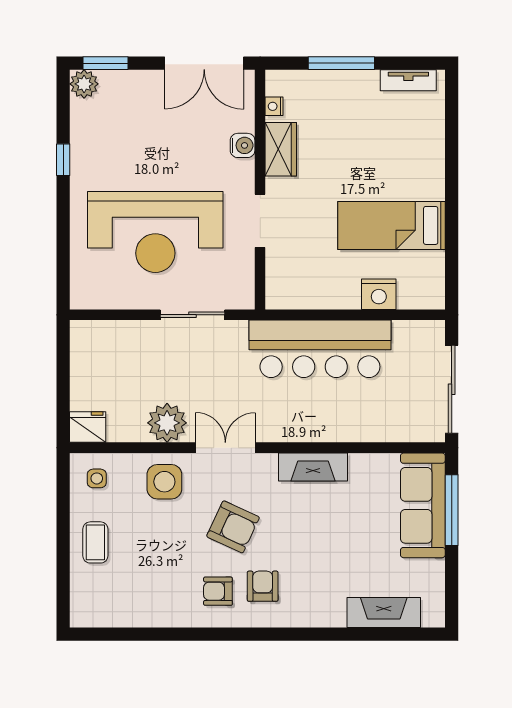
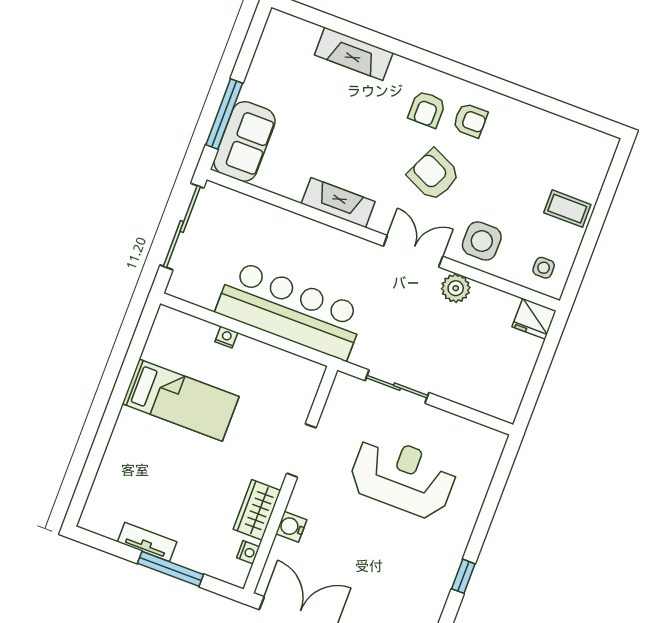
tv unit: (408, 80) -> (147, 542), moved
reception desk: (155, 232) -> (403, 477), width x0.74, depth x0.77
nightstand: (379, 294) -> (226, 337), width x0.53, depth x0.56
plant: (167, 423) -> (456, 288), width x0.73, depth x0.73
double door: (225, 448) -> (413, 251), swing flipped
sofa: (423, 505) -> (244, 141), width x0.73
coffee table: (95, 542) -> (567, 209), turned 90
fireplace: (384, 613) -> (354, 54), moved

